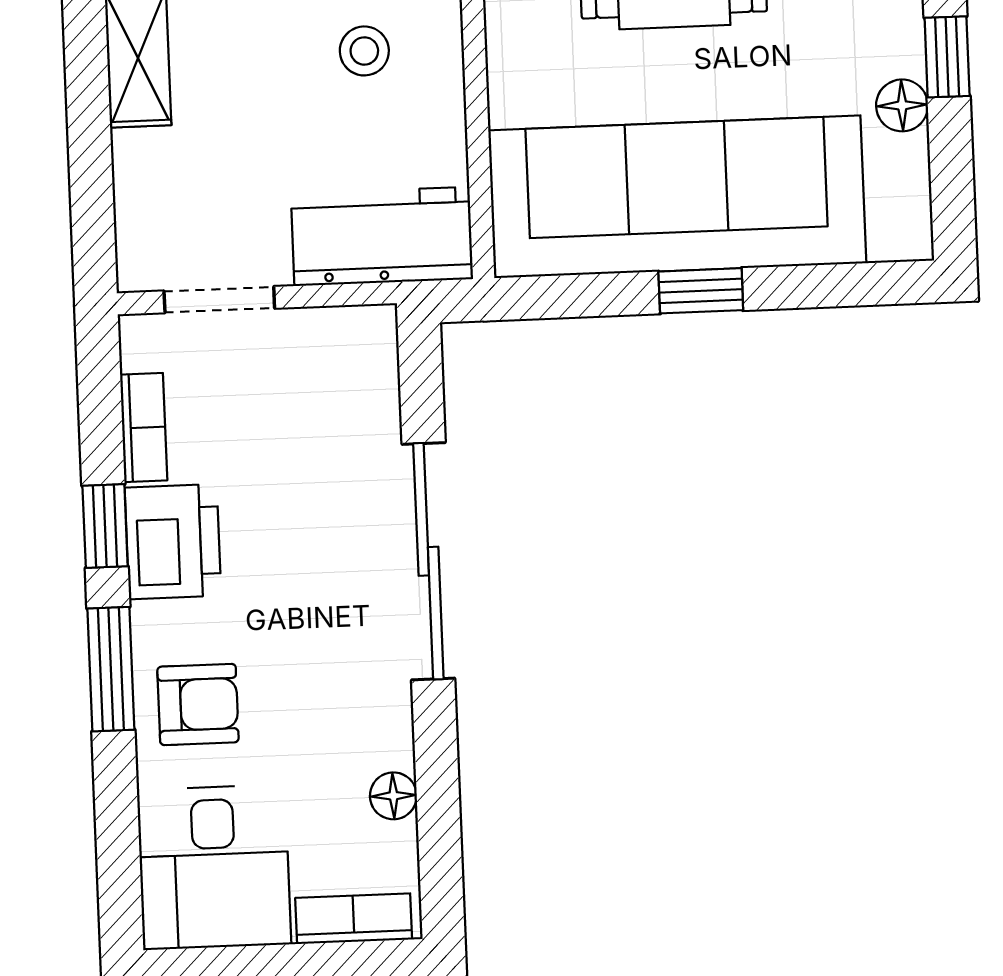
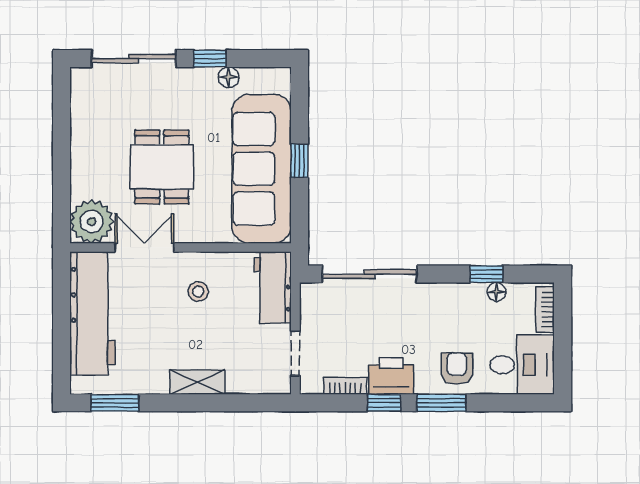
sliding door: (428, 561) -> (370, 274), moved
window: (437, 769) -> (486, 274), added

